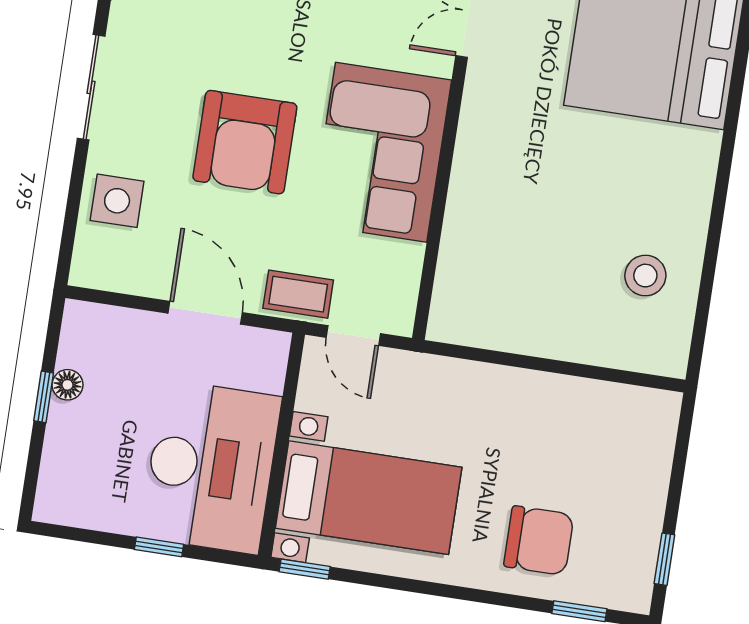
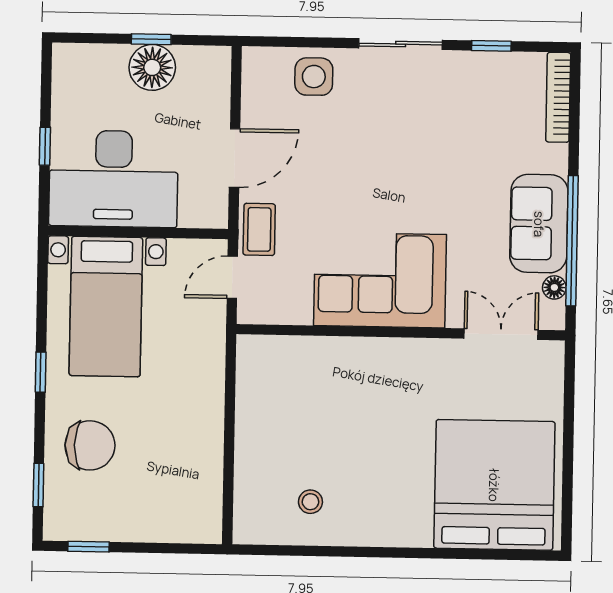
armchair: (245, 142) -> (374, 171), removed
stool: (645, 276) -> (310, 502), width x0.73, depth x0.73
floor lamp: (67, 385) -> (152, 67), width x1.89, depth x1.89
chair: (539, 540) -> (90, 445), turned -90
window: (305, 569) -> (41, 372), moved

